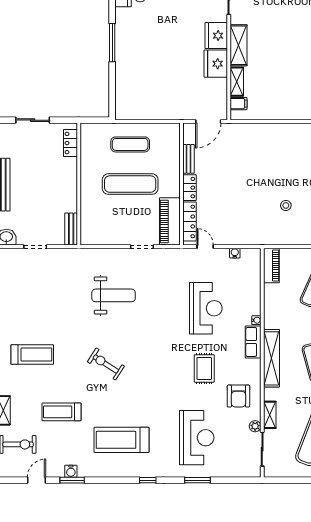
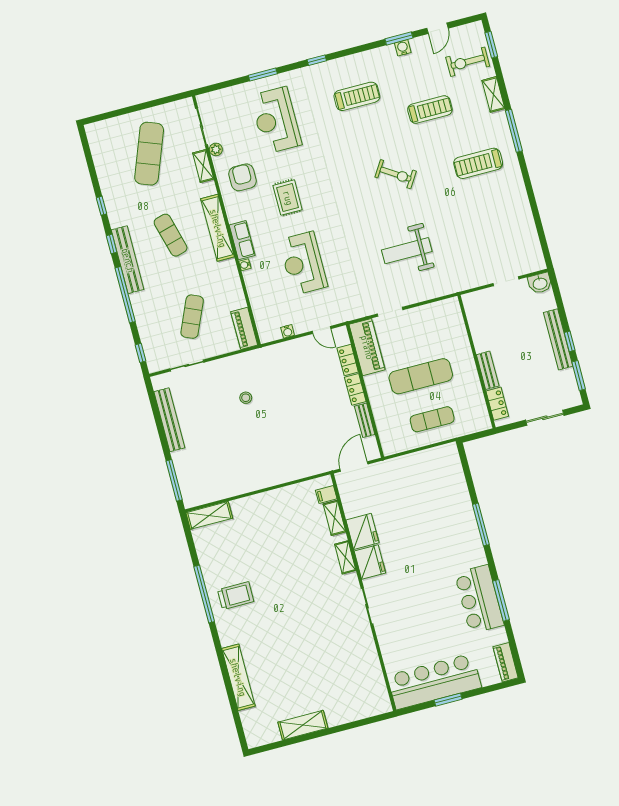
shelving: (239, 45) -> (345, 557), width x0.67, depth x0.75
locker: (189, 221) -> (348, 360), width x0.66
bench: (71, 229) -> (488, 370), moved
treadmill: (121, 440) -> (357, 96), width x0.73, depth x0.73

